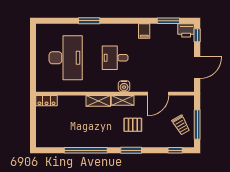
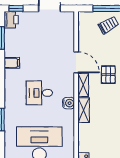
desk: (115, 58) -> (39, 93), turned 90
water cooler: (124, 86) -> (69, 103), moved
door: (158, 94) -> (76, 62), moved

